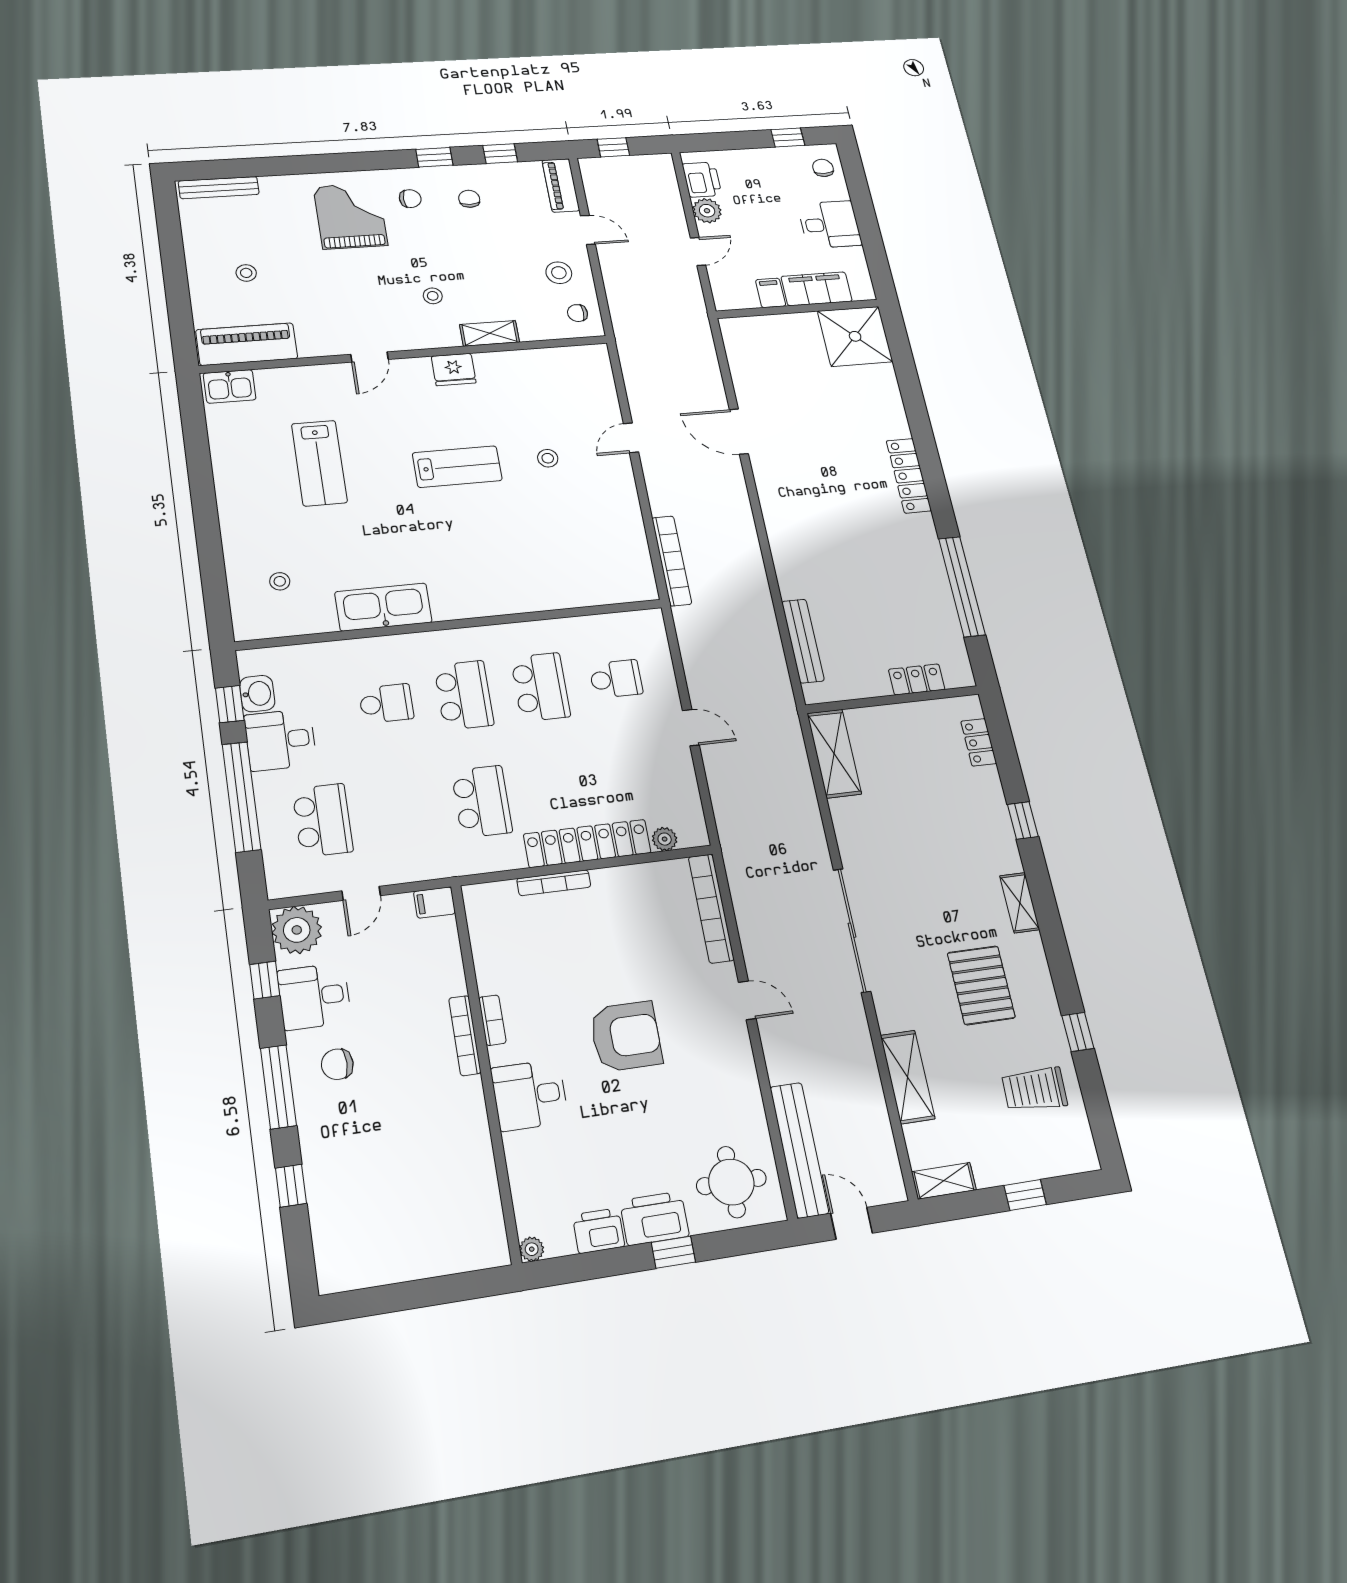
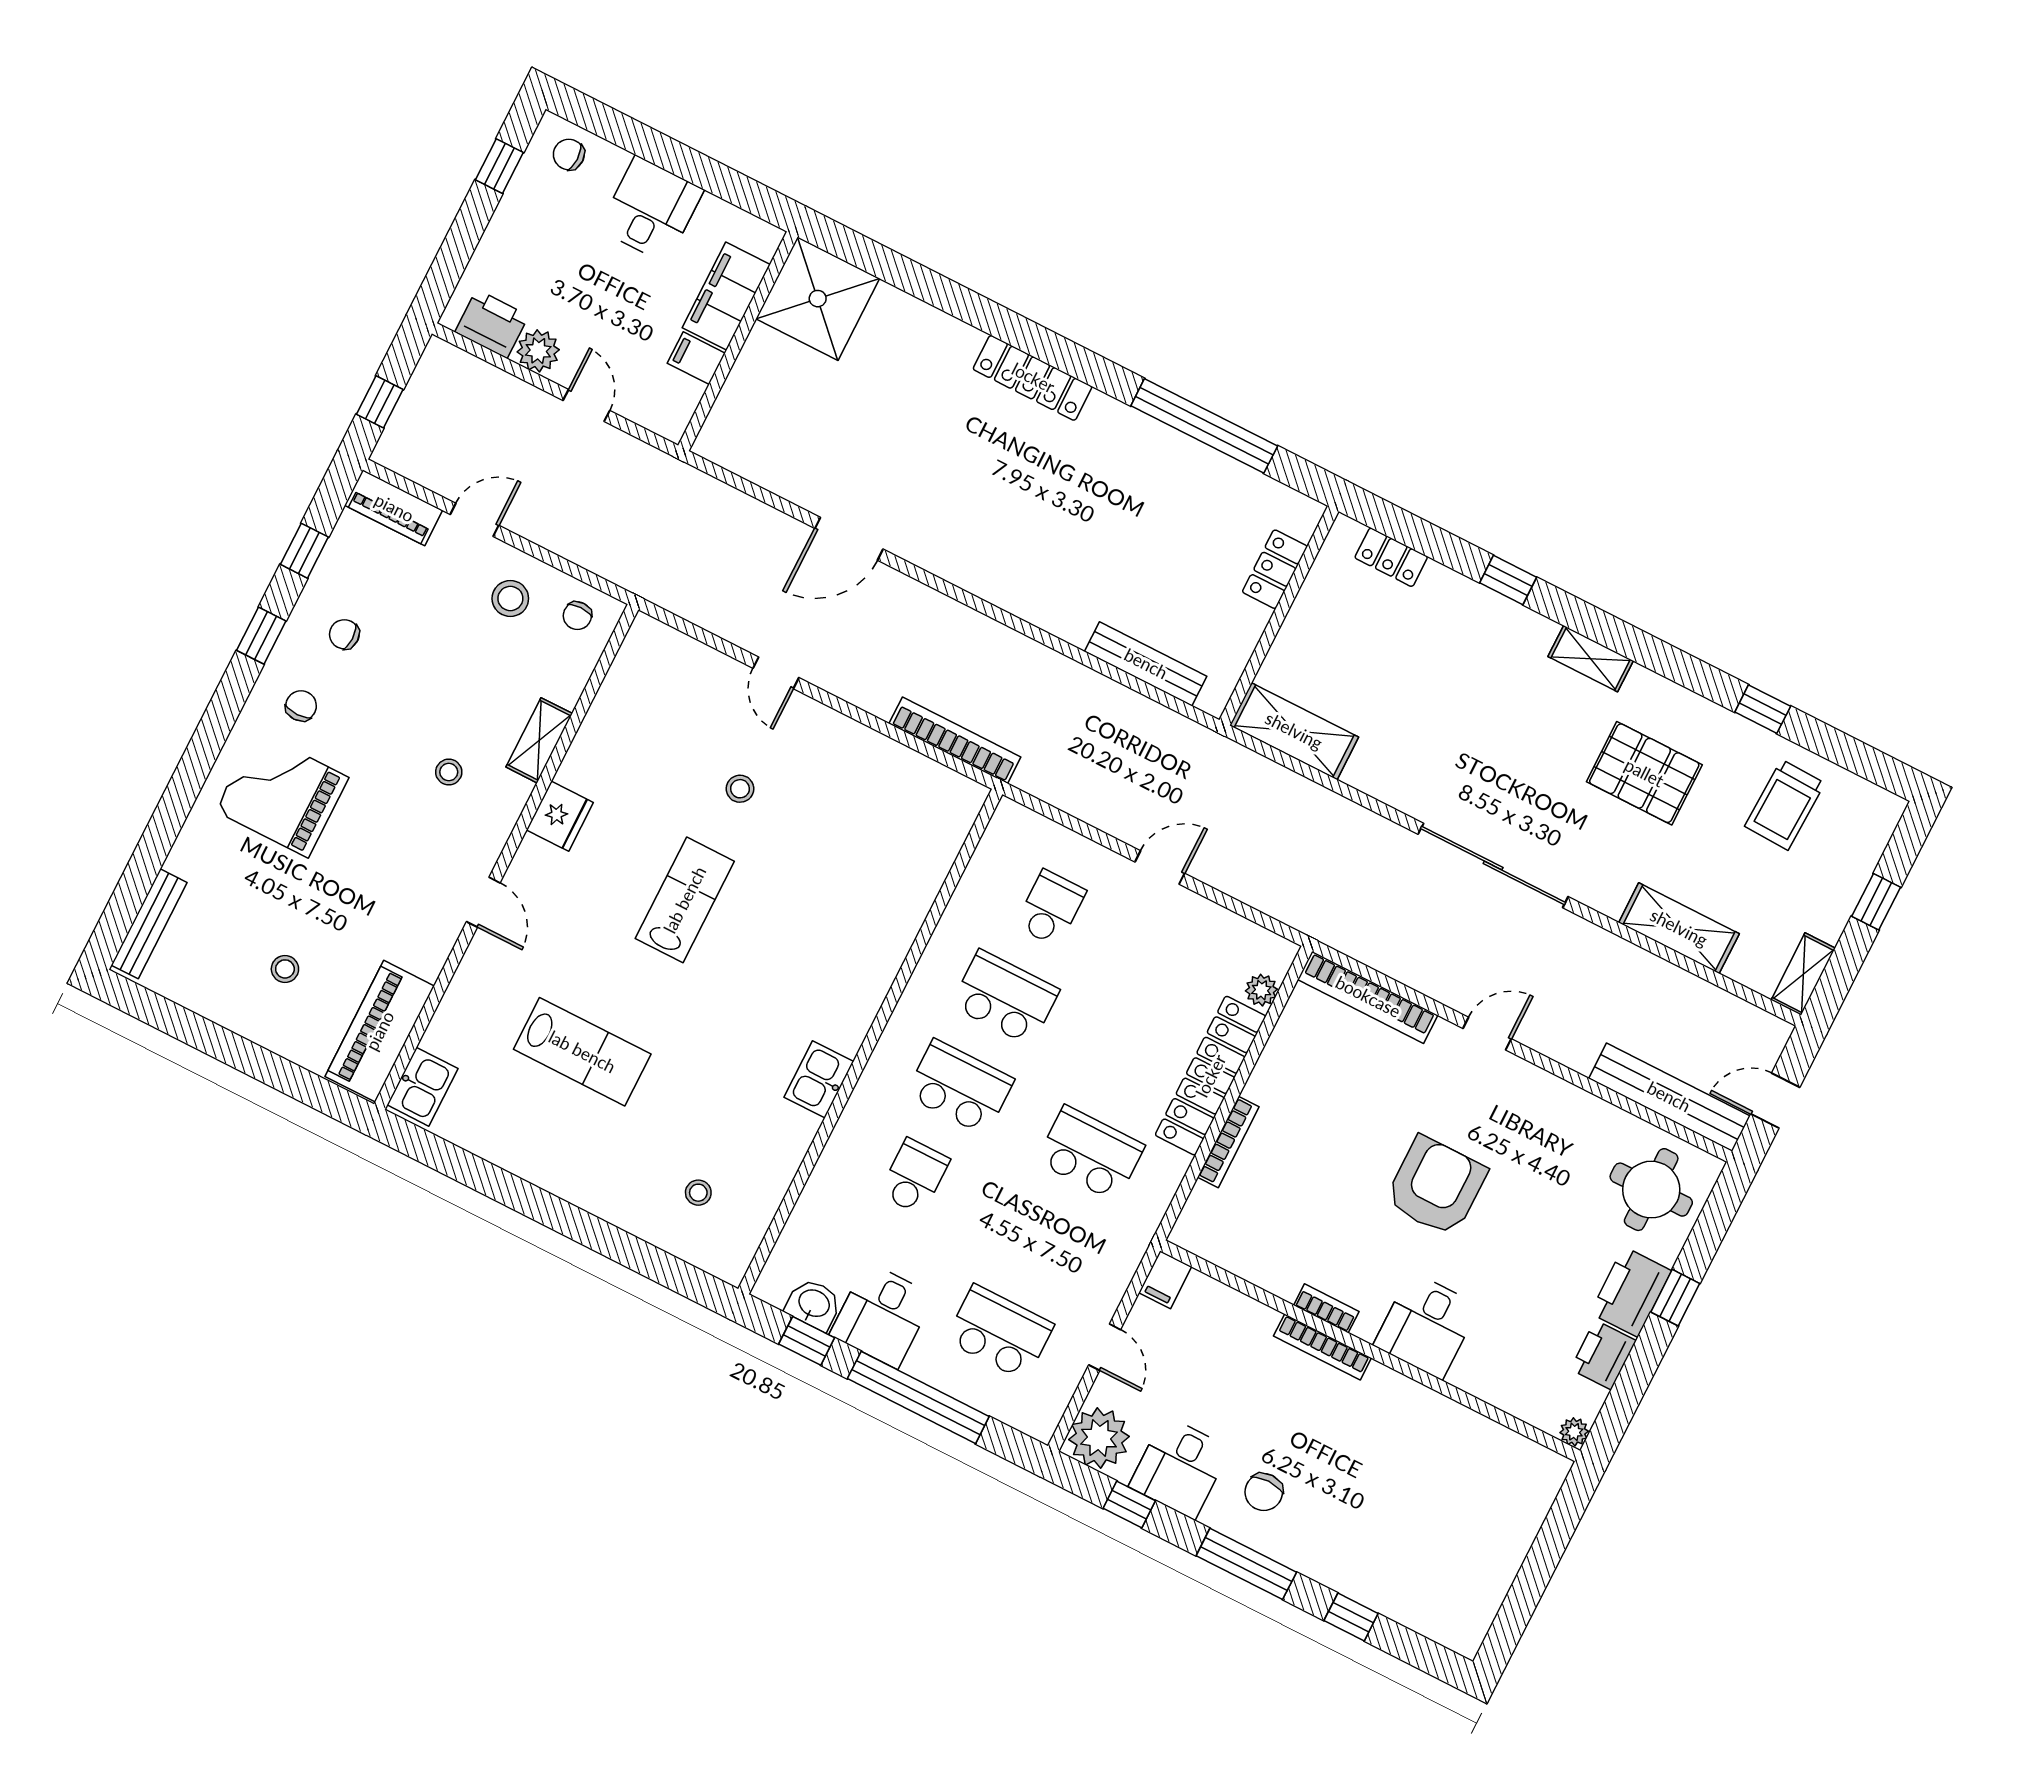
kitchen sink: (383, 607) -> (819, 1079), width x0.53, depth x0.81

